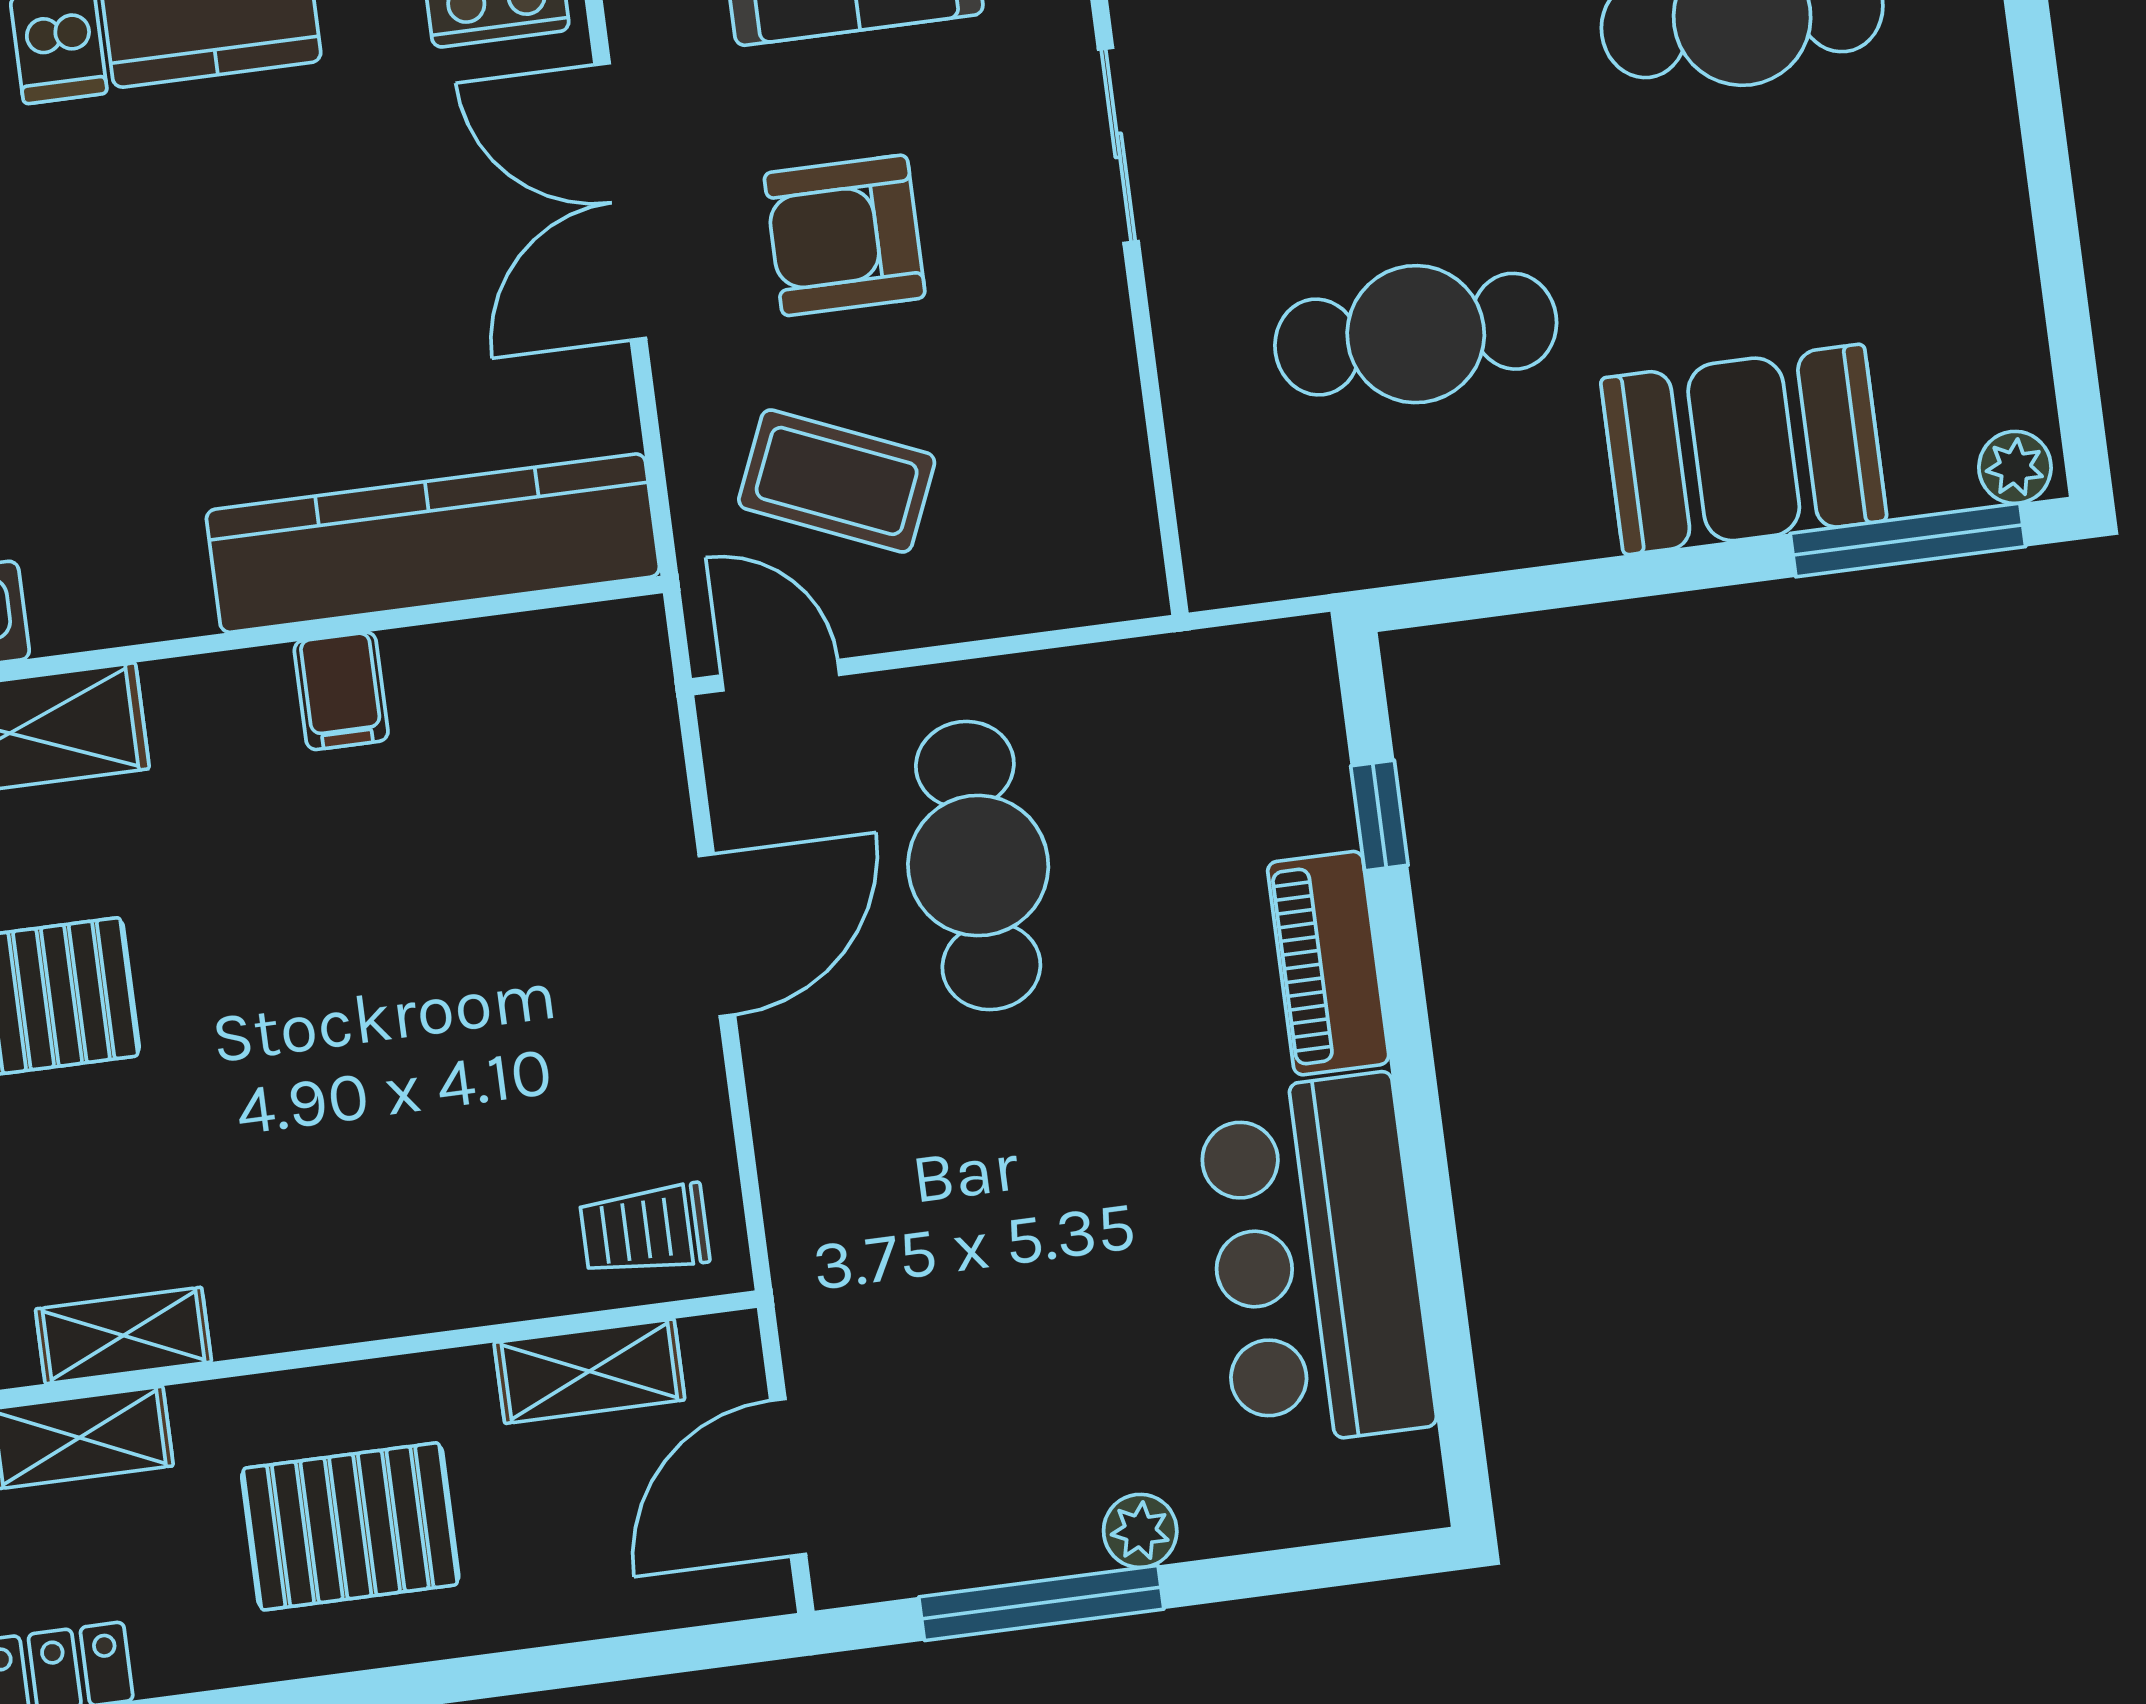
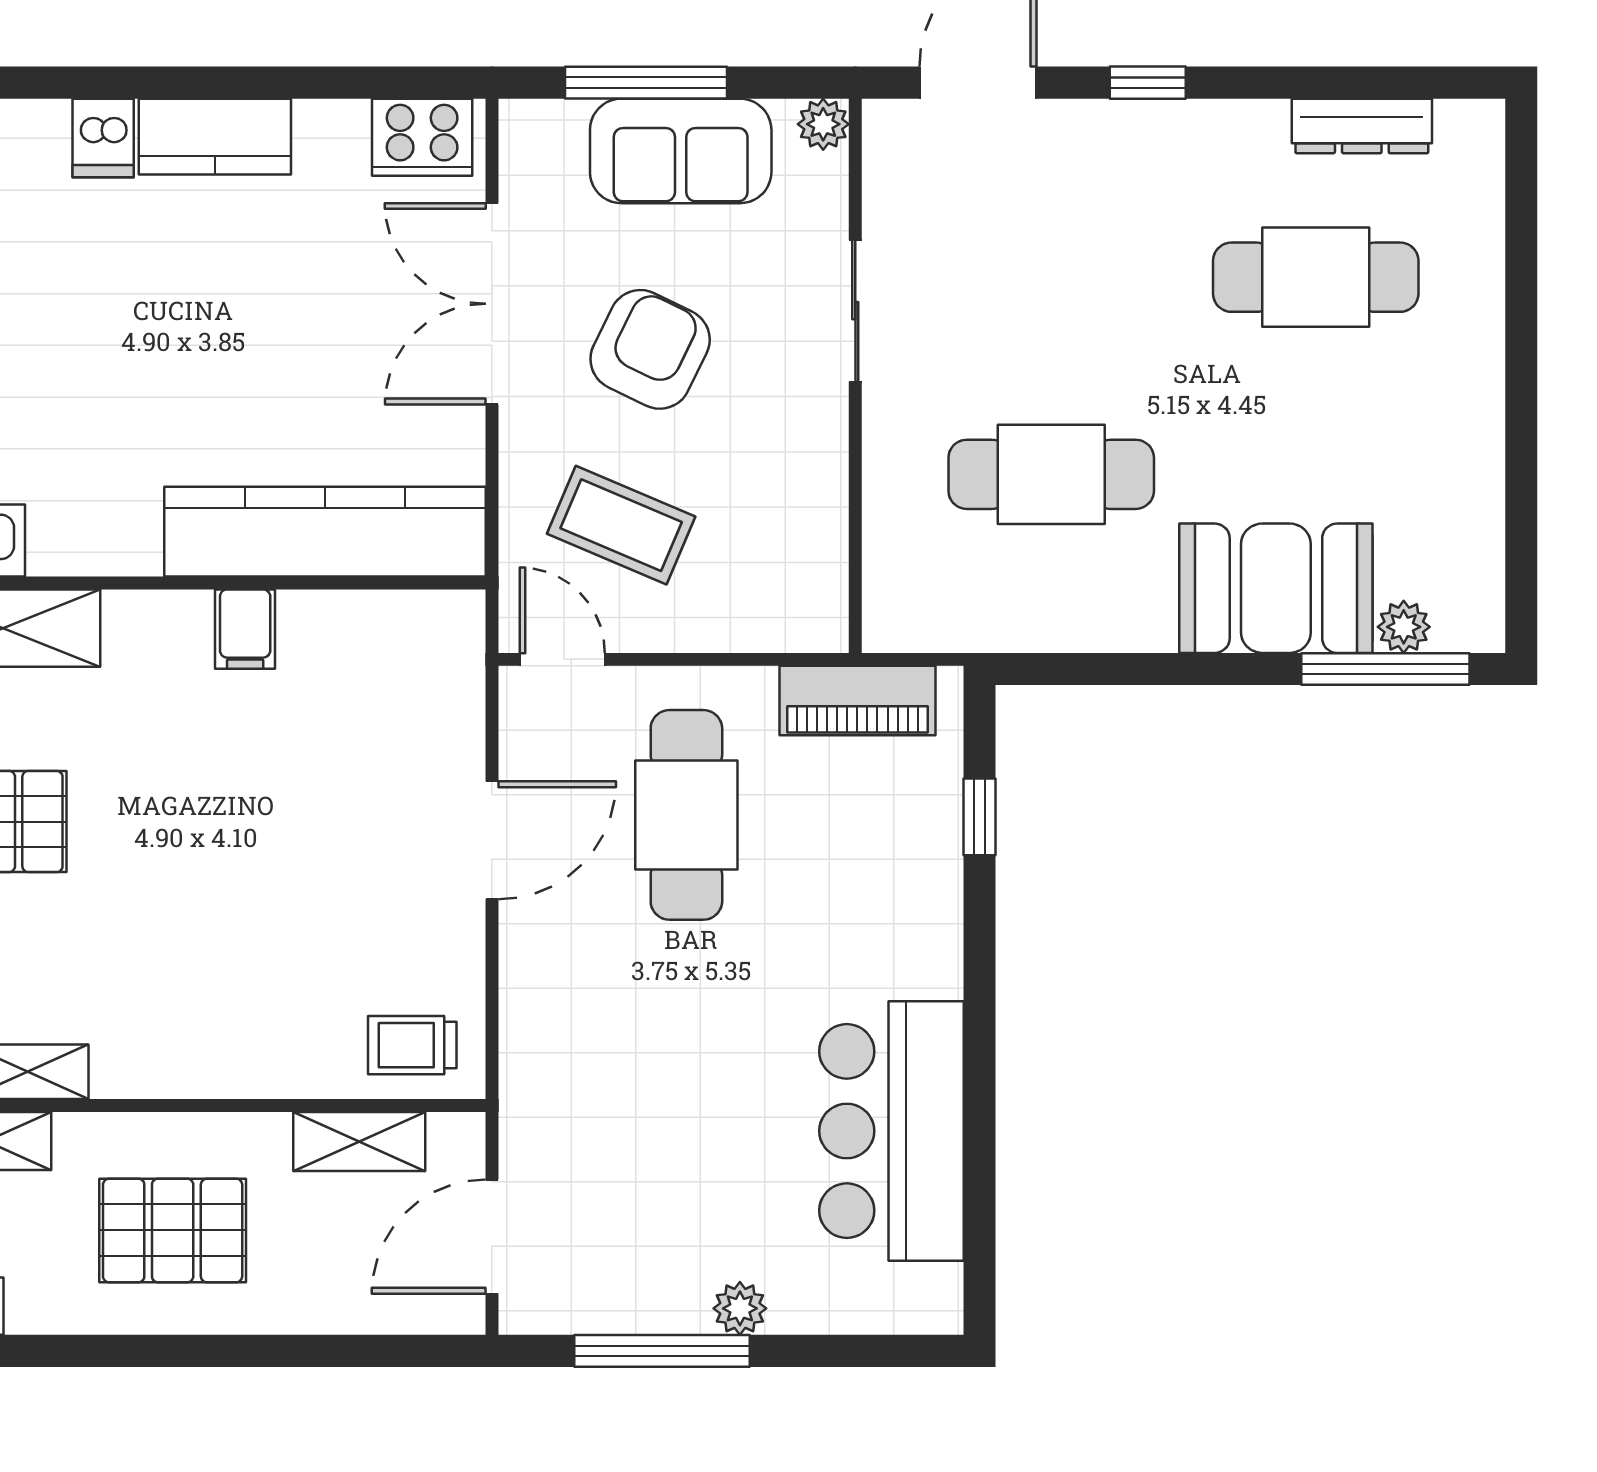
armchair: (845, 235) -> (650, 349), turned 116
plant: (2015, 467) -> (1404, 627), moved
piano: (1328, 963) -> (857, 701), moved, turned -90

